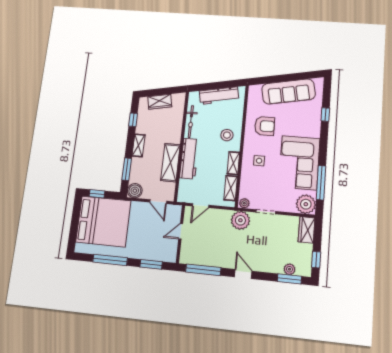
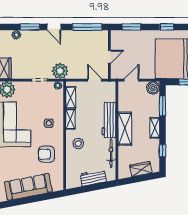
workbench: (219, 96) -> (93, 178), width x0.73
shelving: (170, 163) -> (125, 129), moved
door: (158, 202) -> (132, 80), hinge flipped
door: (201, 206) -> (95, 80), hinge flipped
window: (110, 260) -> (167, 27), width x0.46
window: (289, 279) -> (30, 27), moved

